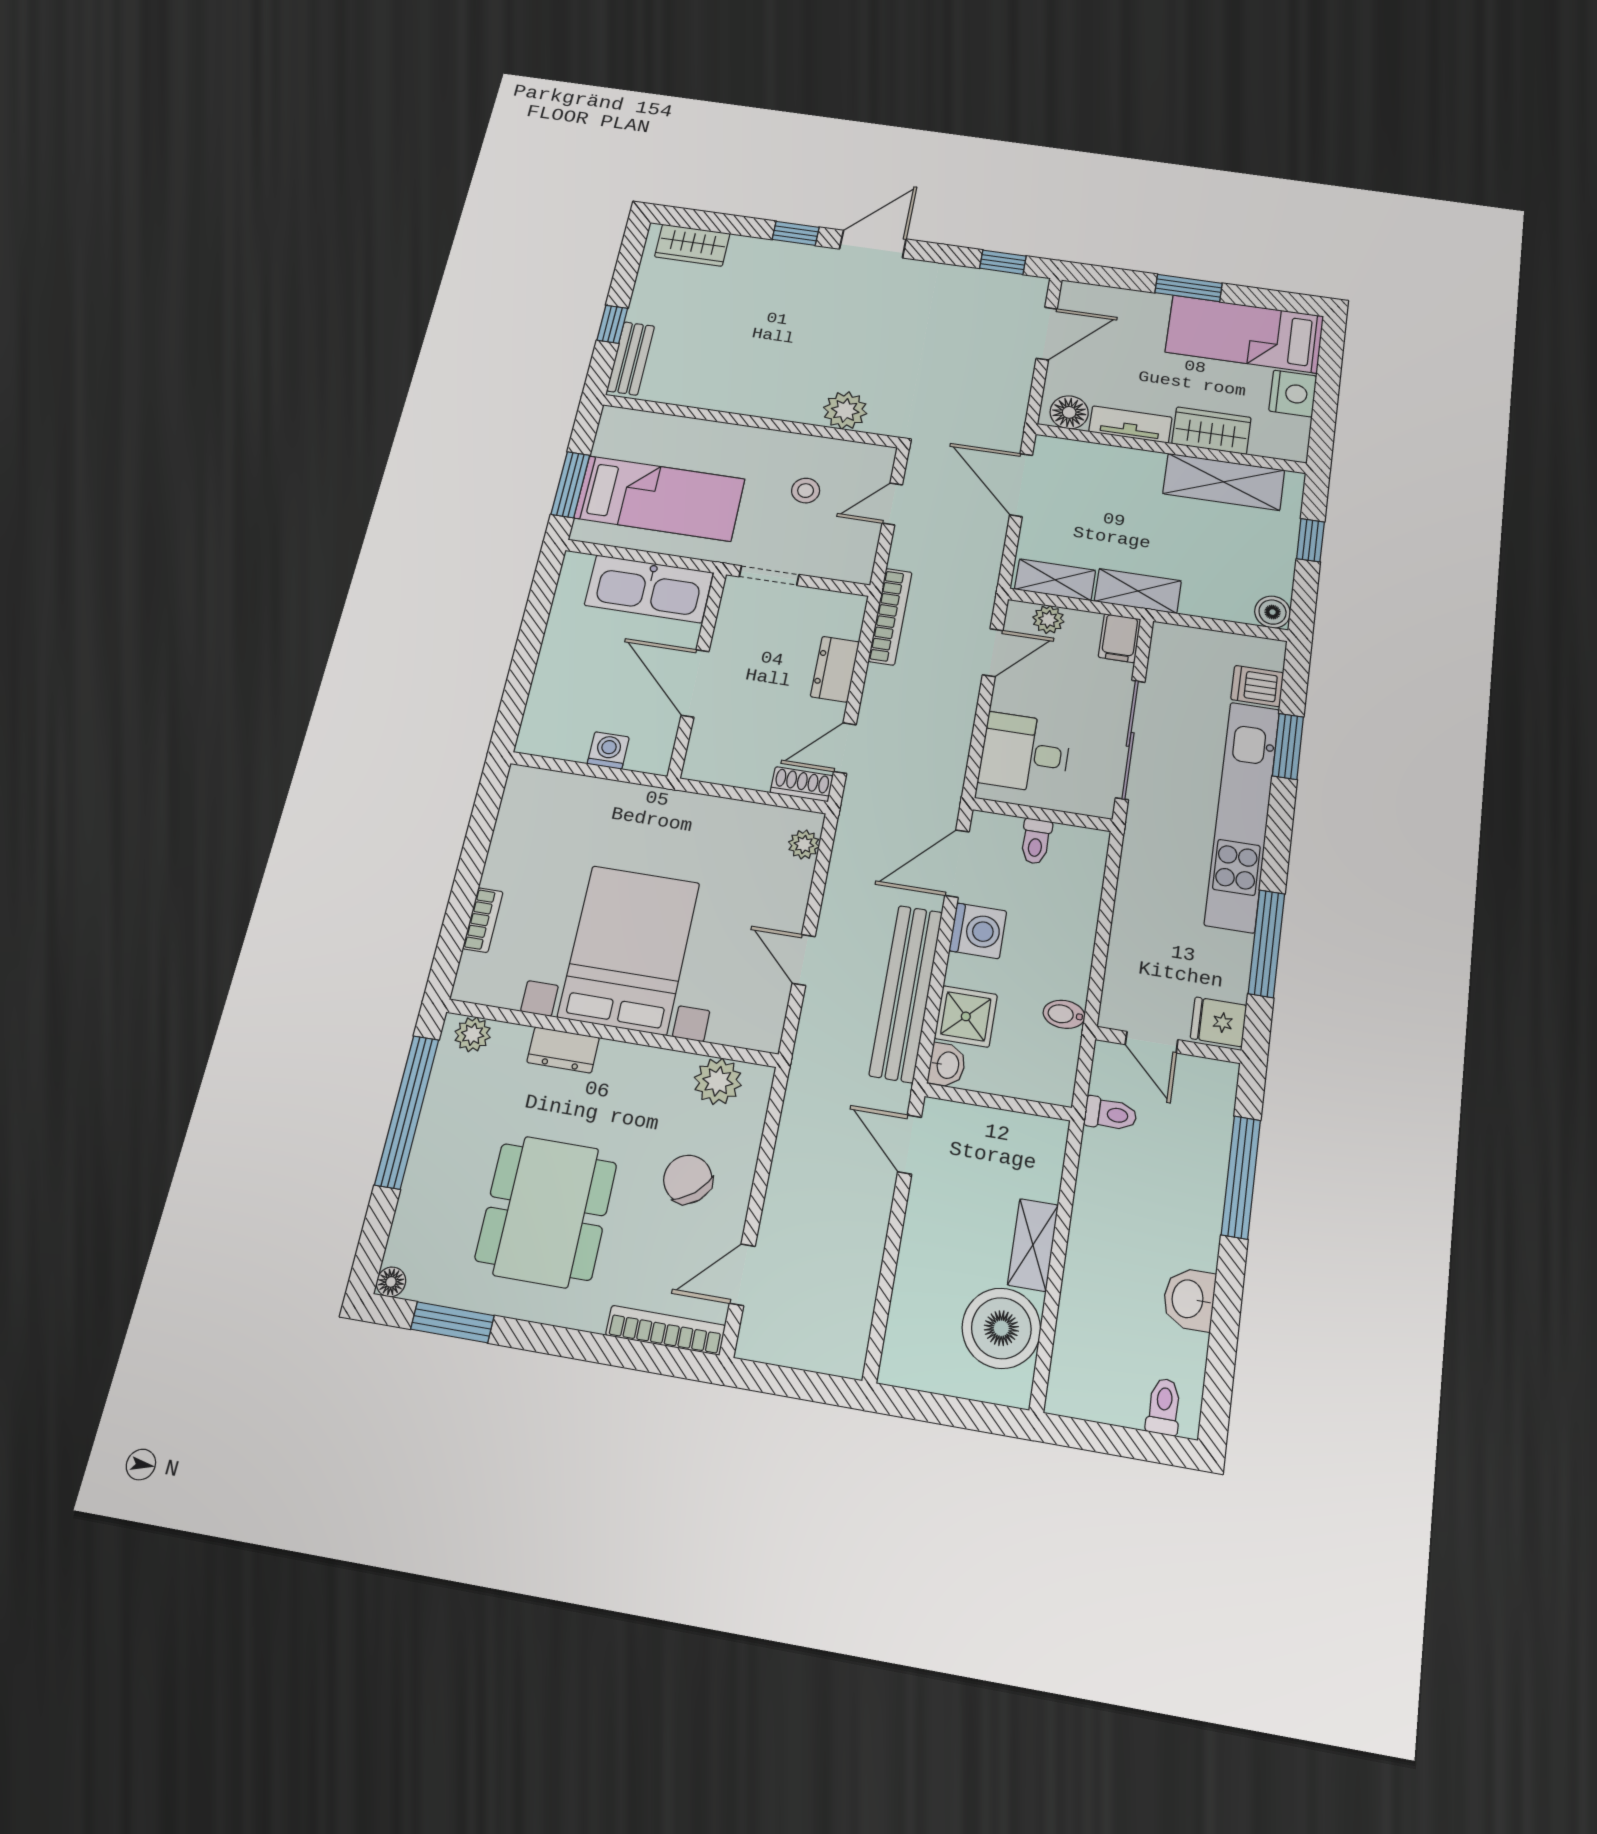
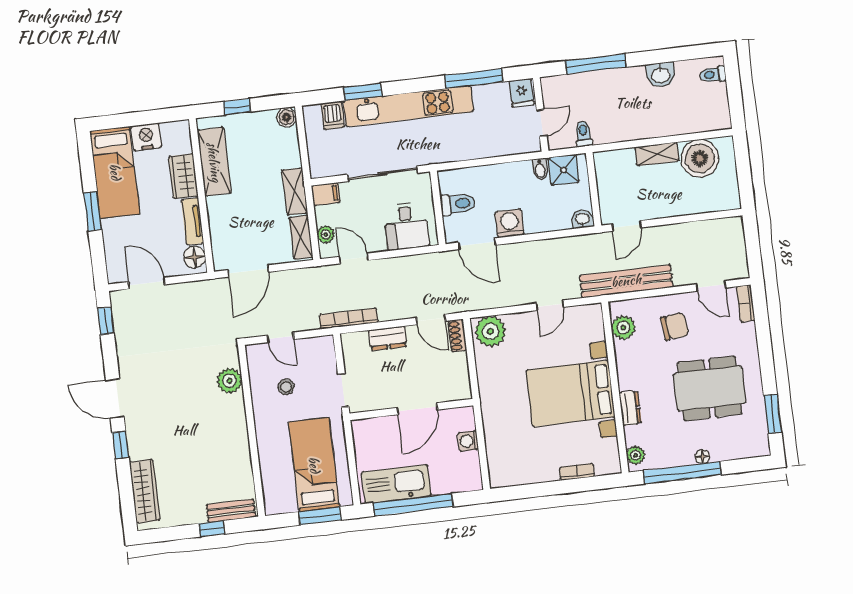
wardrobe: (692, 245) -> (145, 491), width x1.50
kitchen sink: (649, 589) -> (396, 484), moved, turned -90
window: (532, 632) -> (413, 505), added
toilet: (1036, 841) -> (458, 204), width x1.37, depth x1.39
plant: (804, 844) -> (490, 331), width x1.88, depth x1.88
bench: (906, 993) -> (626, 281), moved
shower: (966, 1016) -> (564, 170), moved
chair: (688, 1179) -> (675, 326), turned -146
floor lamp: (391, 1282) -> (702, 456), moved
bookcase: (666, 1330) -> (746, 303), width x0.64

